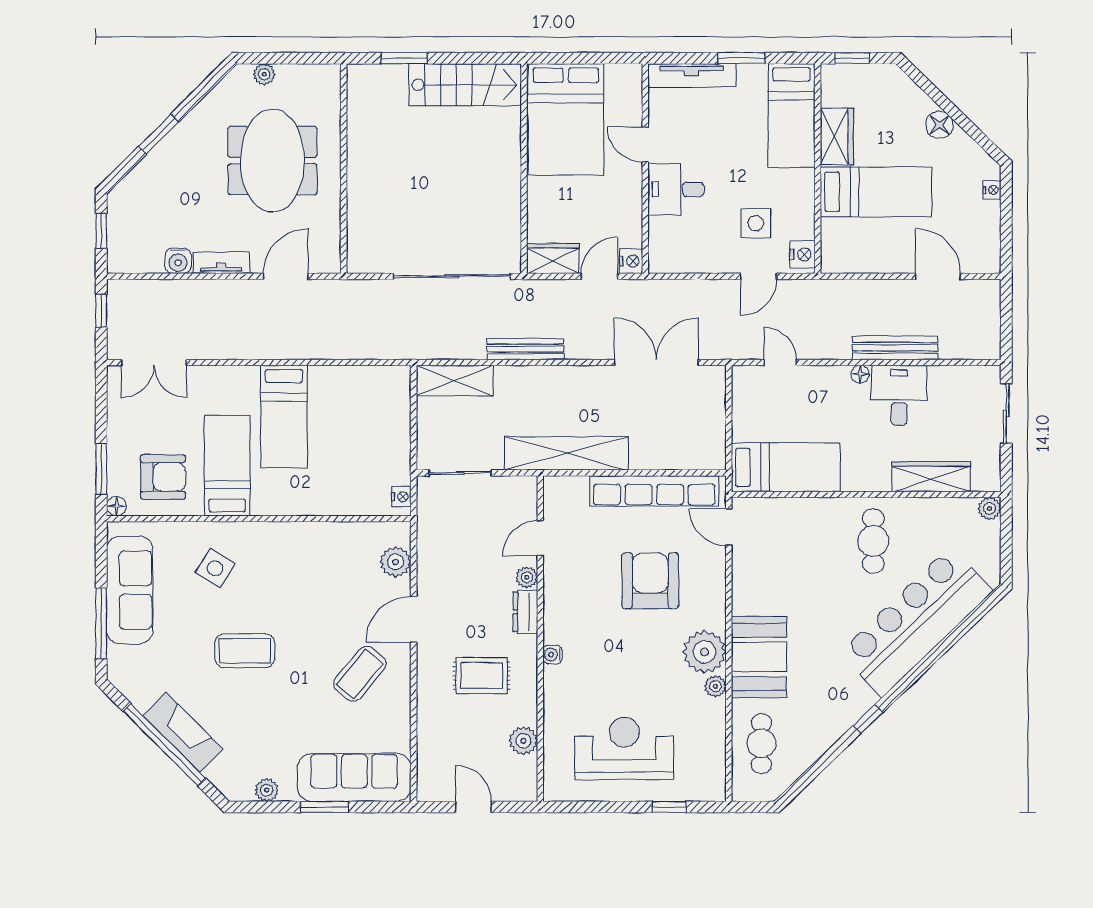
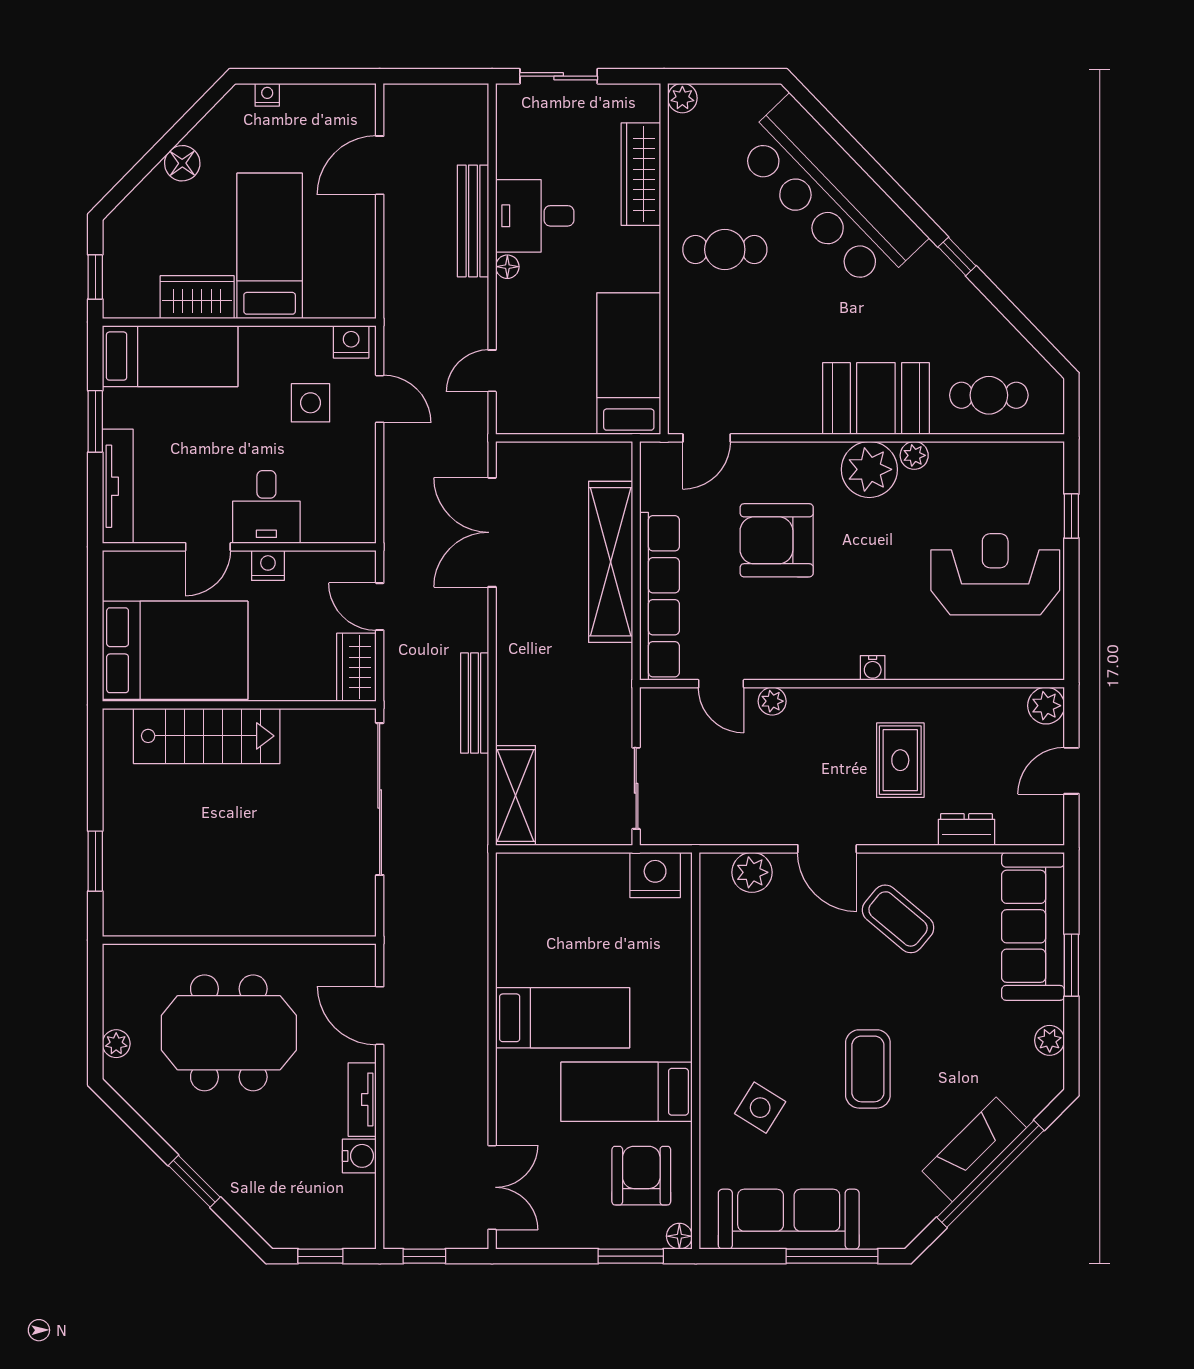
stairs: (465, 85) -> (207, 736), moved, turned 90
nightstand: (631, 261) -> (268, 565), moved
shelving: (566, 453) -> (611, 562), moved
row of seats: (654, 491) -> (659, 596), moved
nightstand: (401, 497) -> (655, 875), width x1.89, depth x1.79
dresser: (525, 612) -> (966, 829), moved, turned 180
plant: (523, 741) -> (1046, 706), moved
reception desk: (624, 748) -> (995, 574), turned 90

